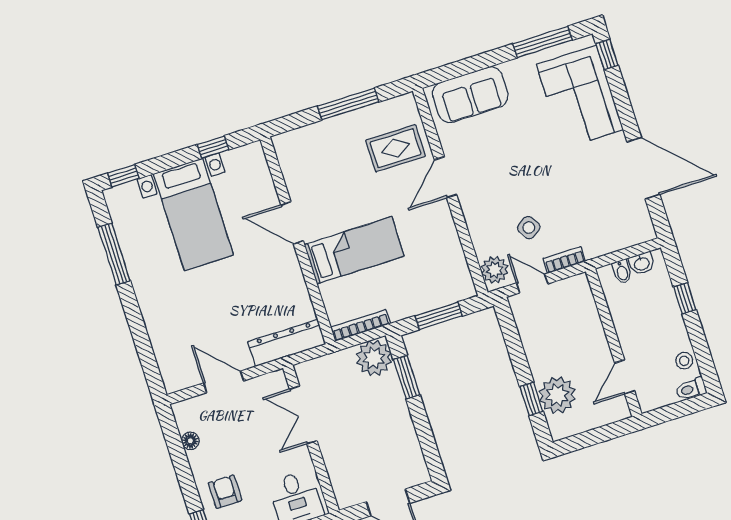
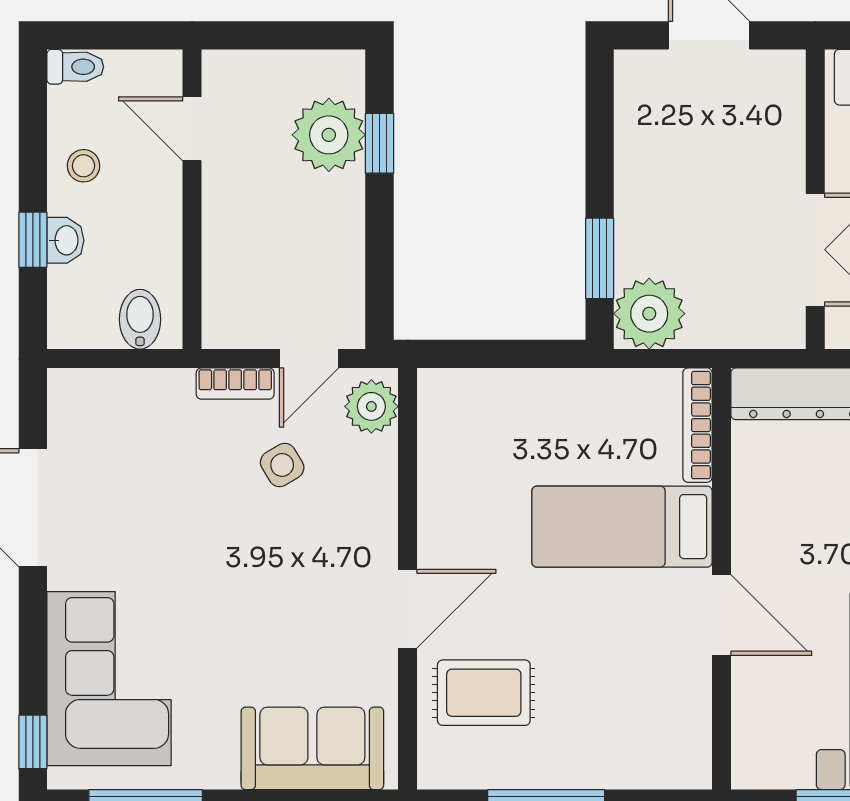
washbasin: (642, 263) -> (65, 240), moved, turned 90
bidet: (622, 272) -> (140, 319), width x1.38, depth x1.36
door: (532, 283) -> (309, 359), hinge flipped
window: (439, 316) -> (503, 354), removed
bookcase: (360, 325) -> (697, 425), moved, turned 90
stool: (684, 361) -> (83, 166), moved
door: (625, 377) -> (192, 129), swing flipped

